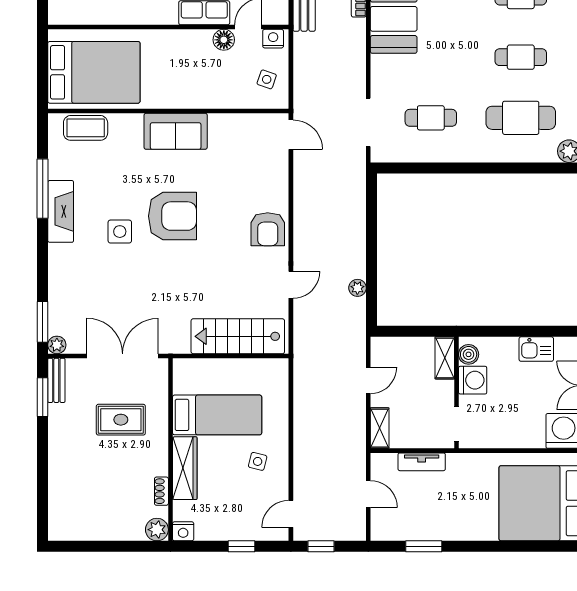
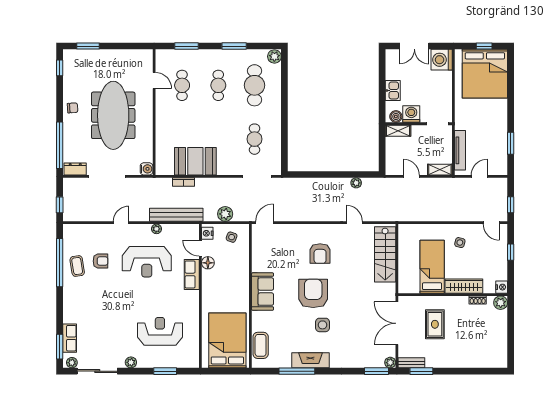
plant: (305, 69) -> (225, 214), added
armchair: (268, 229) -> (320, 254), moved, turned 90
kitchen sink: (536, 349) -> (393, 91), moved
tv unit: (422, 462) -> (460, 150), width x1.41

